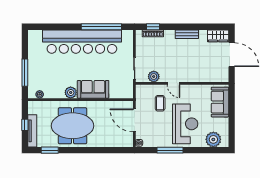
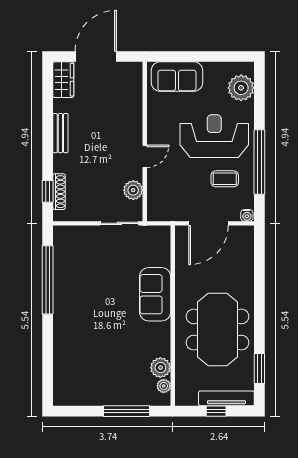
bar counter: (82, 42) -> (73, 313), removed
plant: (71, 92) -> (160, 368), moved
coffee table: (160, 103) -> (225, 179), moved
window: (170, 150) -> (259, 162), width x1.46

